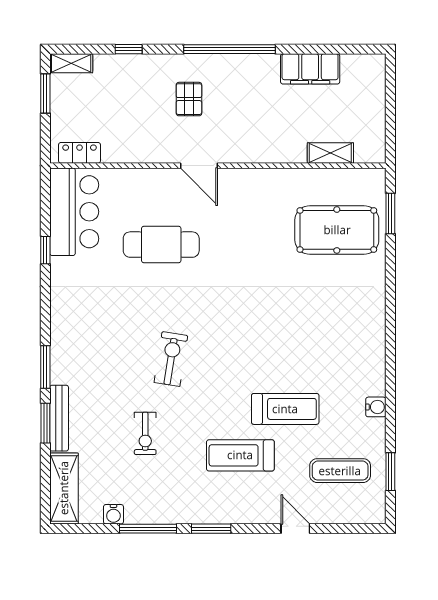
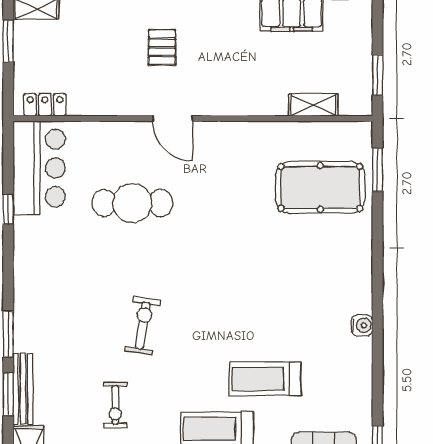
window: (390, 125) -> (378, 75), added
water cooler: (376, 407) -> (362, 325), moved
treadmill: (285, 409) -> (265, 379), turned 180

